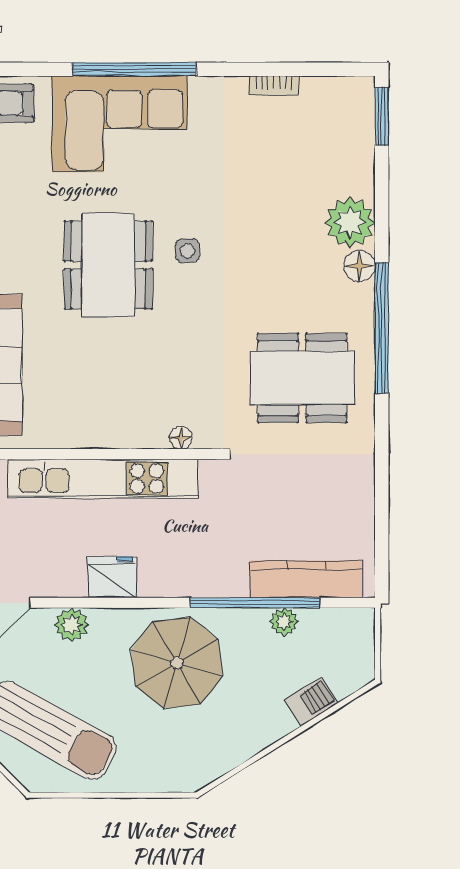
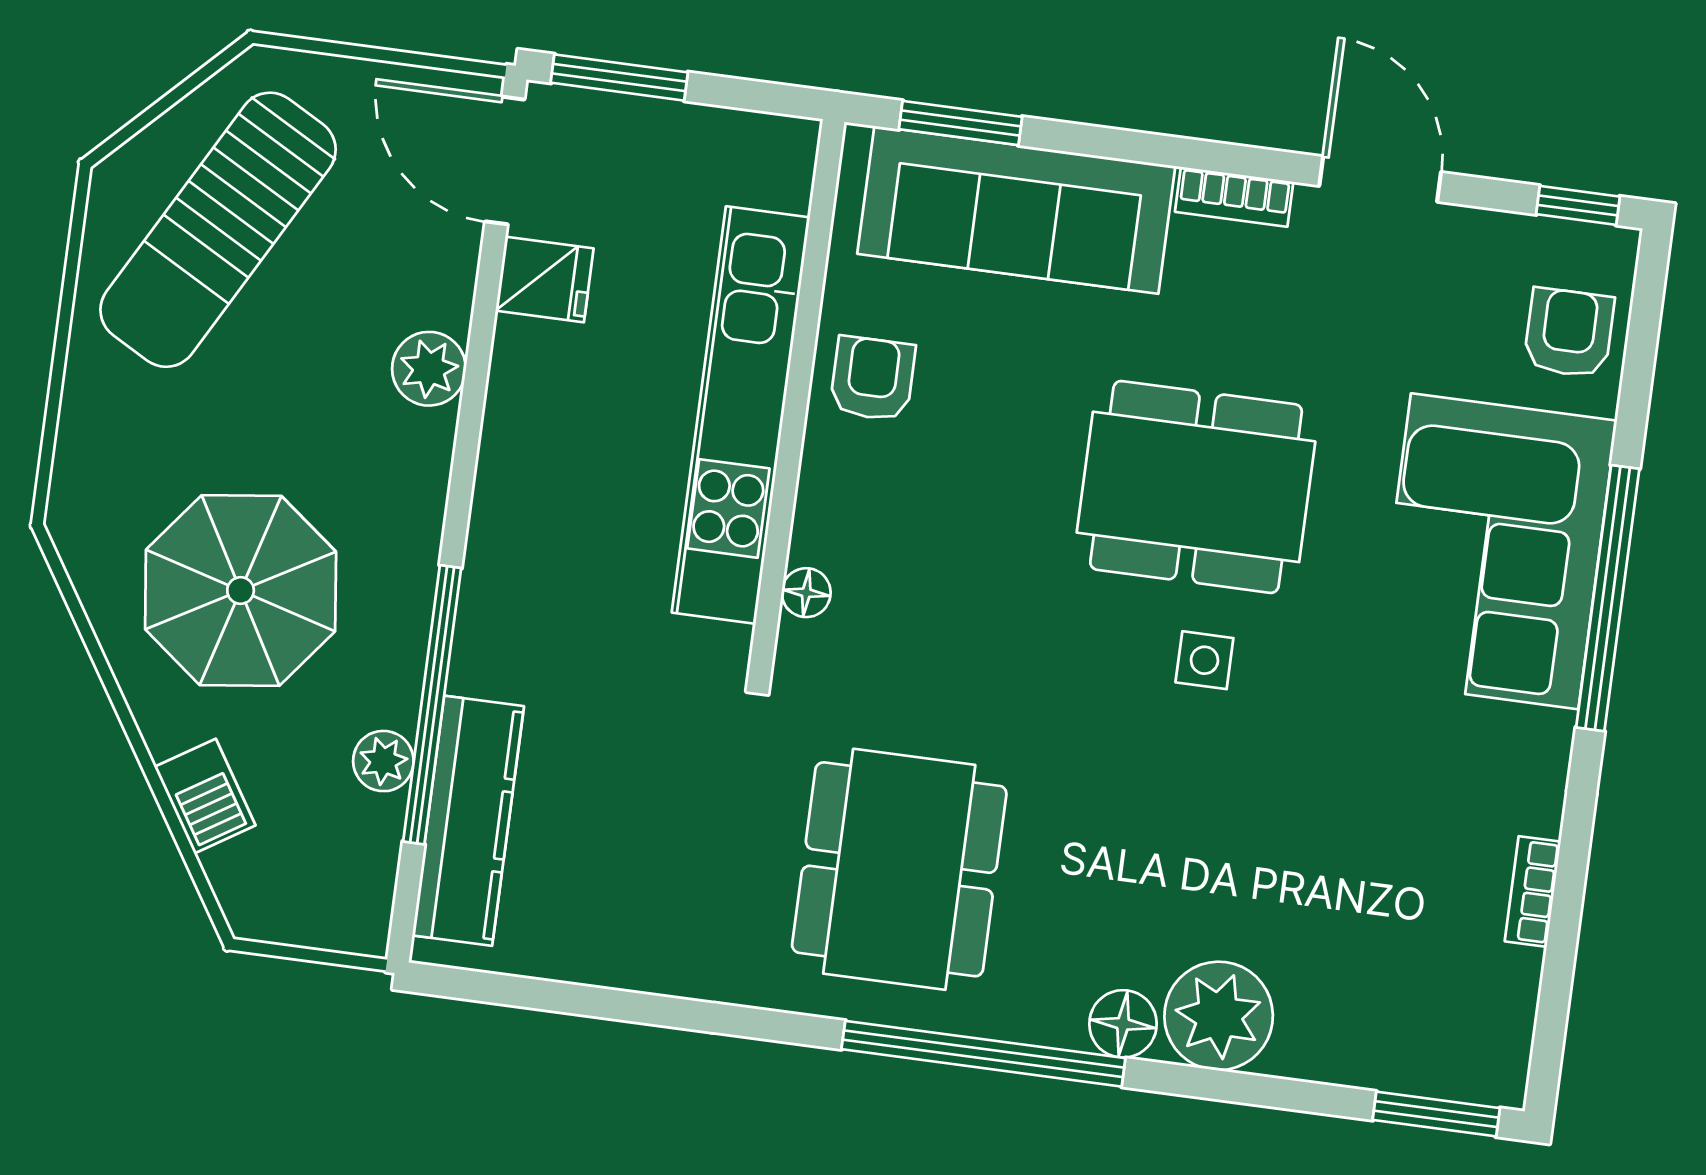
armchair: (78, 420) -> (873, 379), added
fridge: (112, 577) -> (545, 280), moved, width x0.72
plant: (72, 625) -> (429, 369), moved
parasol: (177, 663) -> (241, 590), moved

